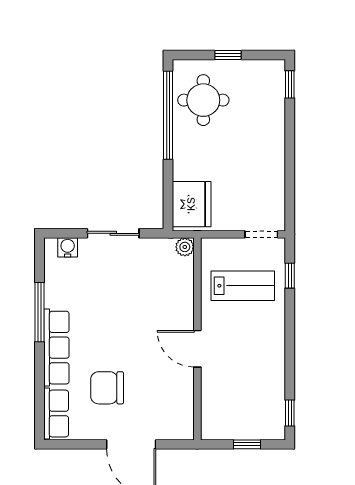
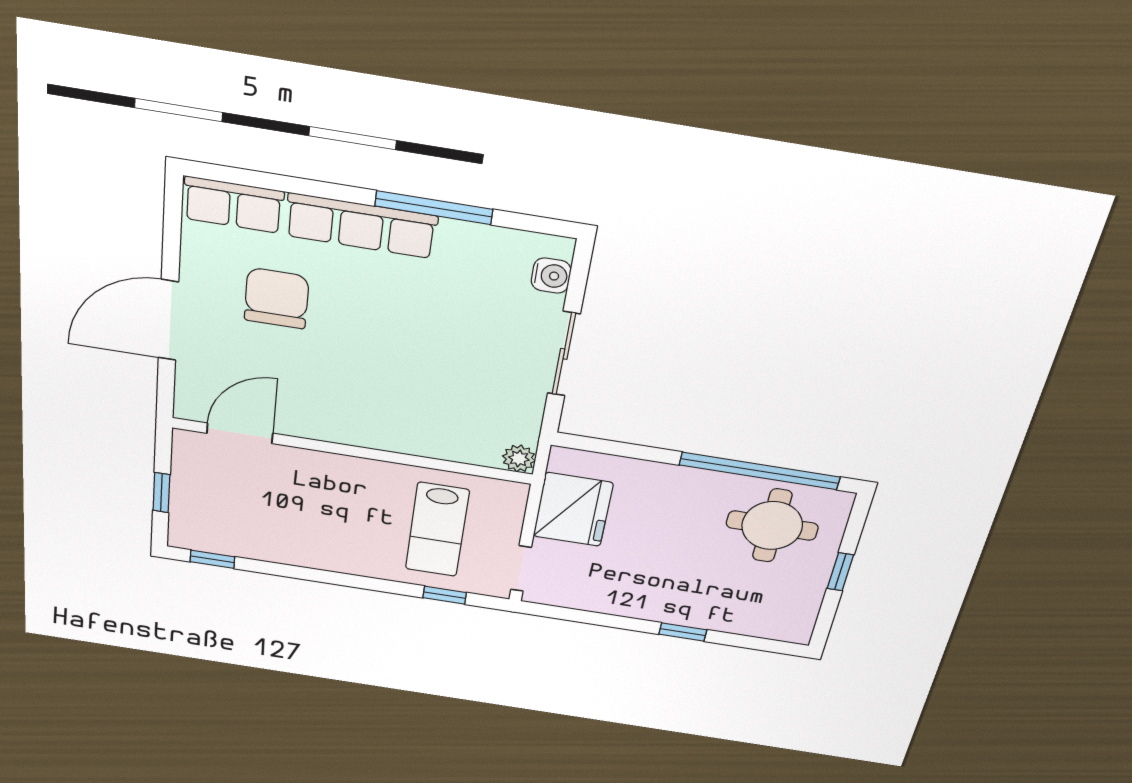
window: (290, 84) -> (683, 632), moved
fridge: (192, 204) -> (573, 510), moved, turned -90
door: (197, 349) -> (240, 433), moved

